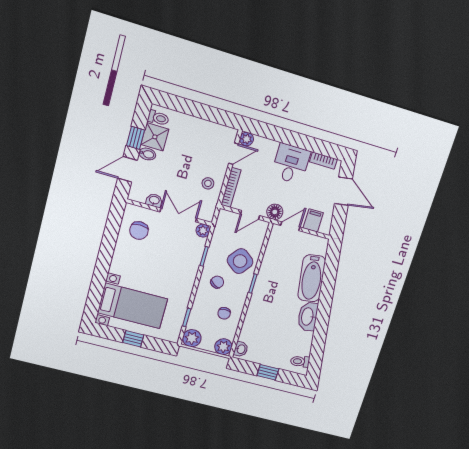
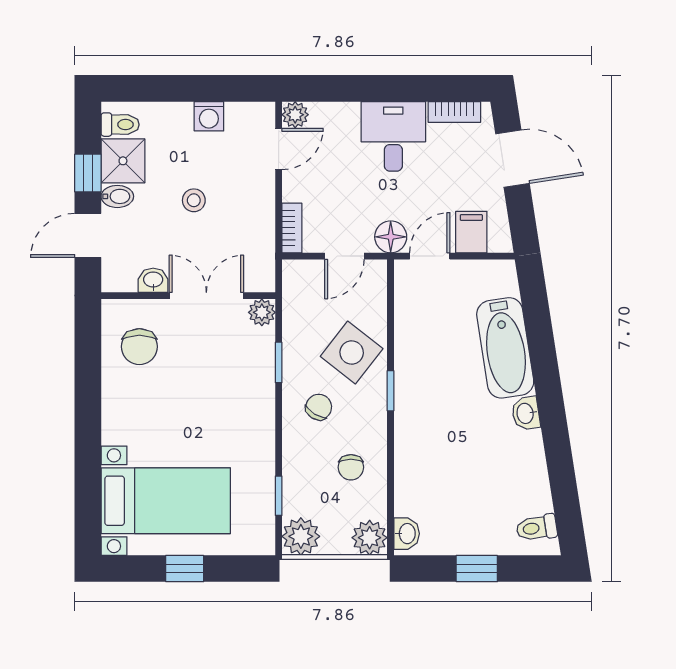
washing machine: (204, 127) -> (209, 116), added
stool: (208, 183) -> (194, 200), moved
bookcase: (231, 187) -> (292, 228), width x0.64
washbasin: (308, 317) -> (526, 413), width x0.52, depth x0.69

